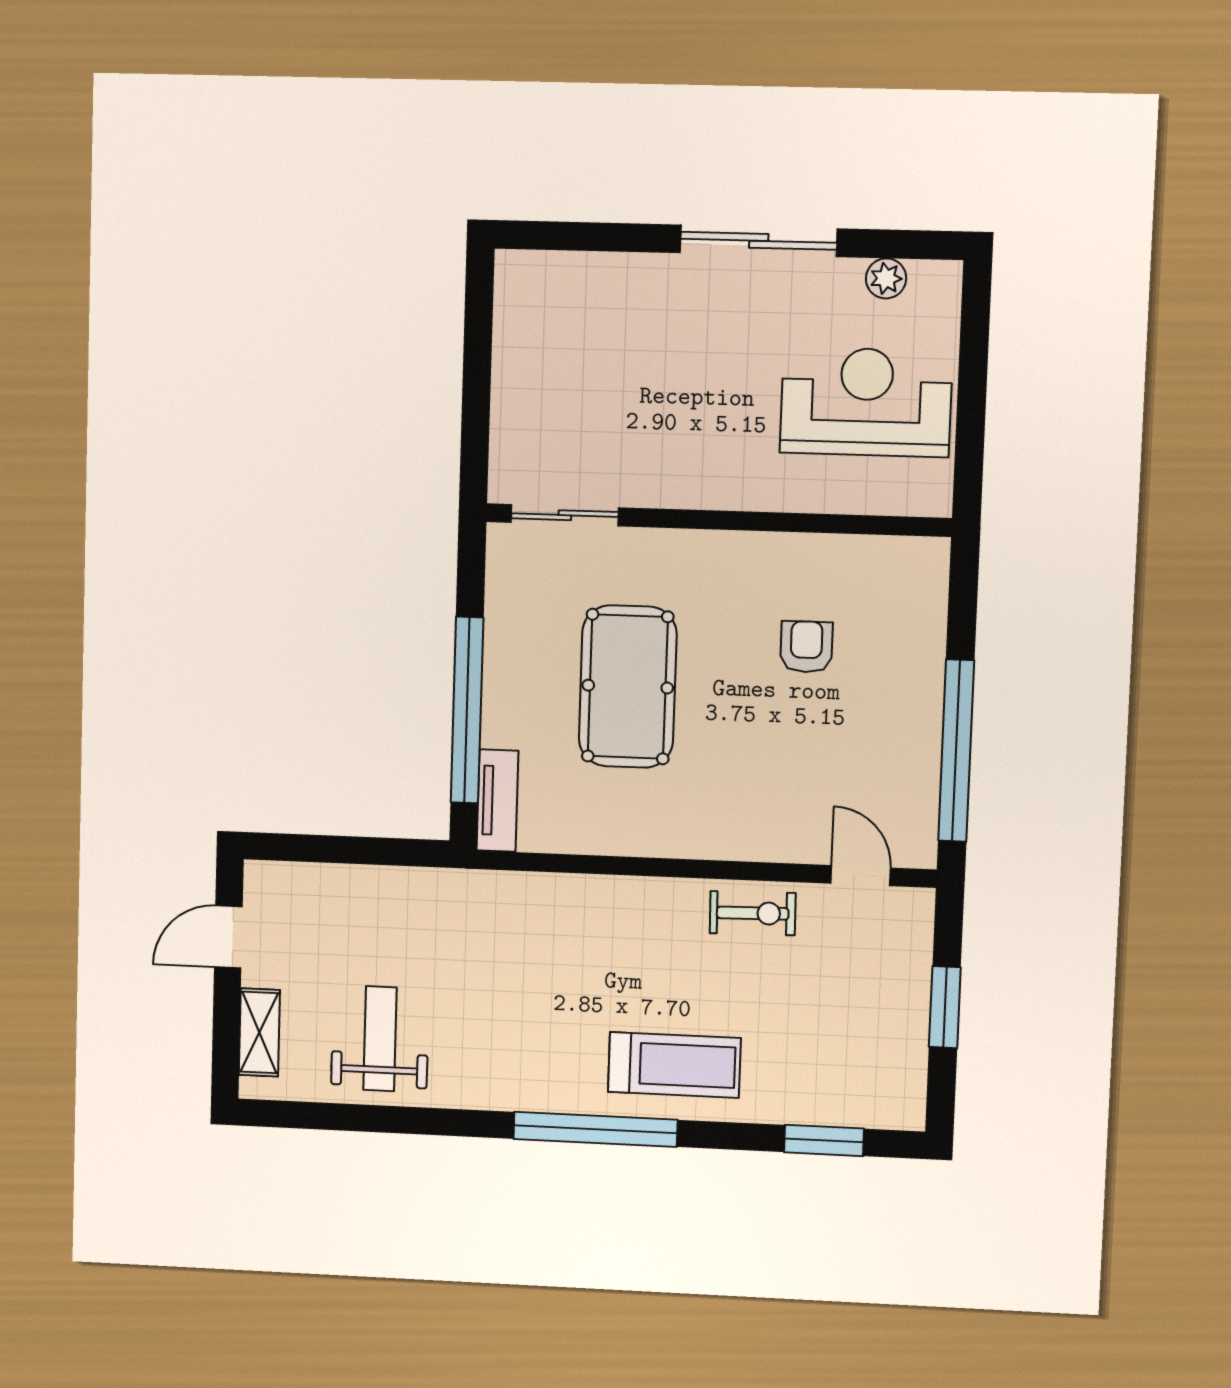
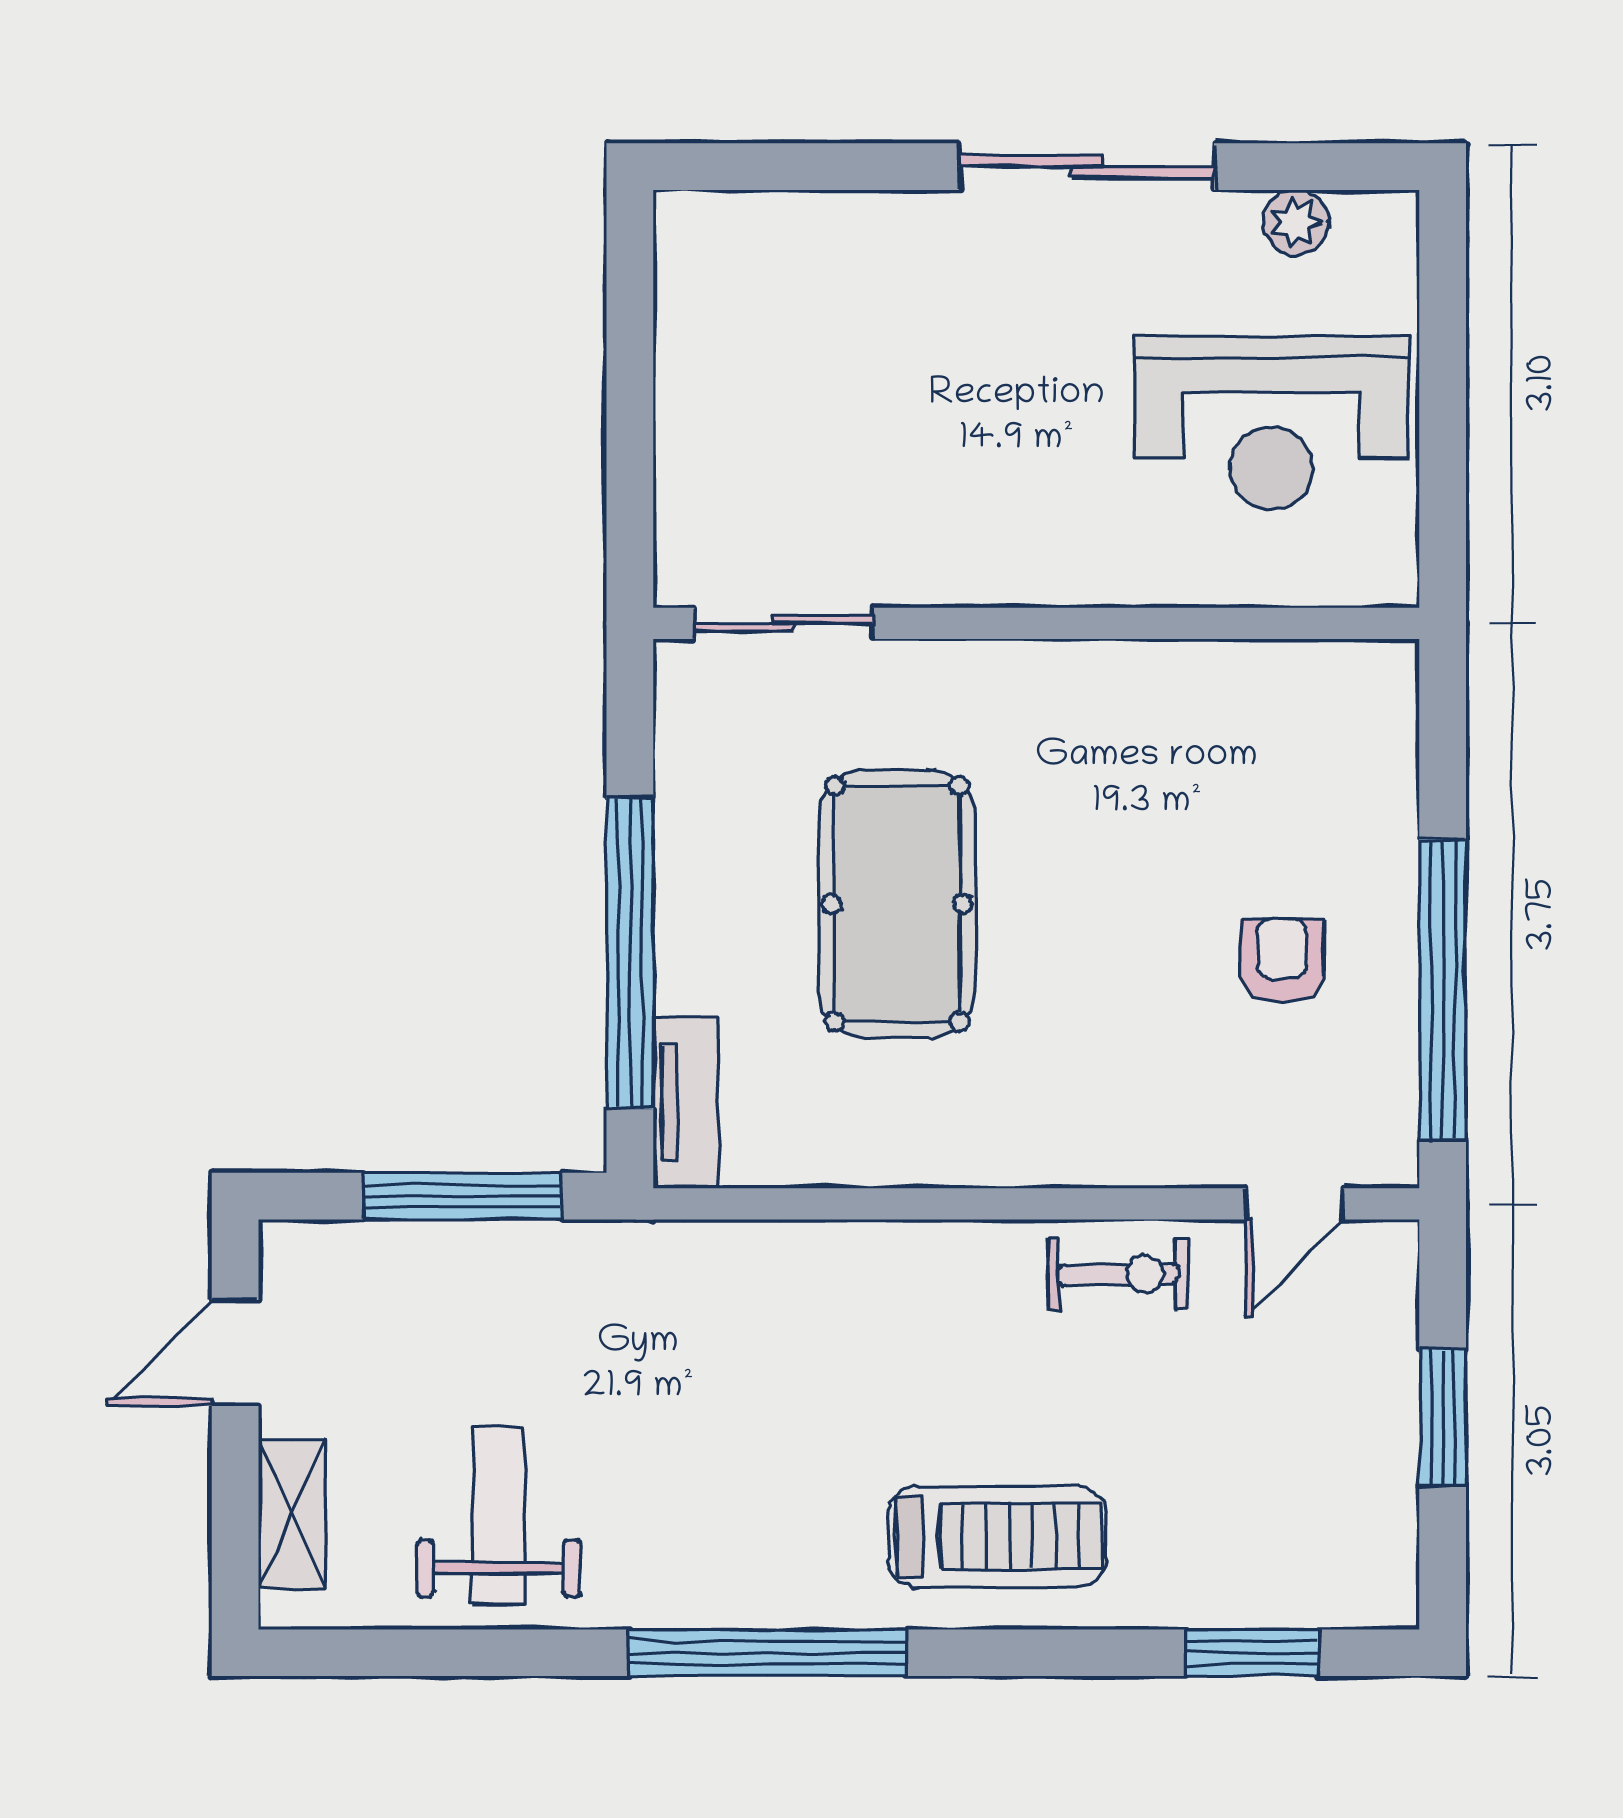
reception desk: (866, 402) -> (1272, 423), turned 180
armchair: (806, 647) -> (1282, 961), moved
window: (364, 851) -> (463, 1196), added
door: (861, 876) -> (1295, 1204), swing flipped
window: (595, 1129) -> (768, 1653), moved

